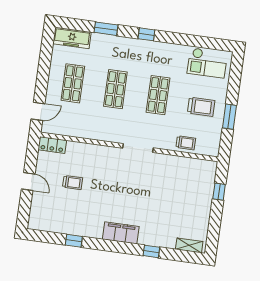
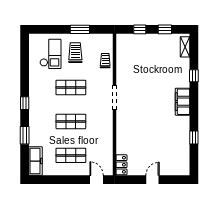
checkout: (207, 63) -> (50, 54), moved
trolley: (73, 183) -> (148, 145), removed
window: (215, 223) -> (165, 29), added

